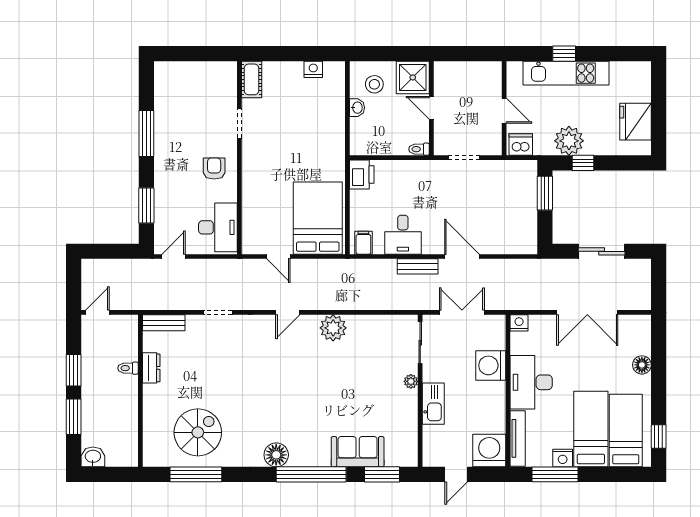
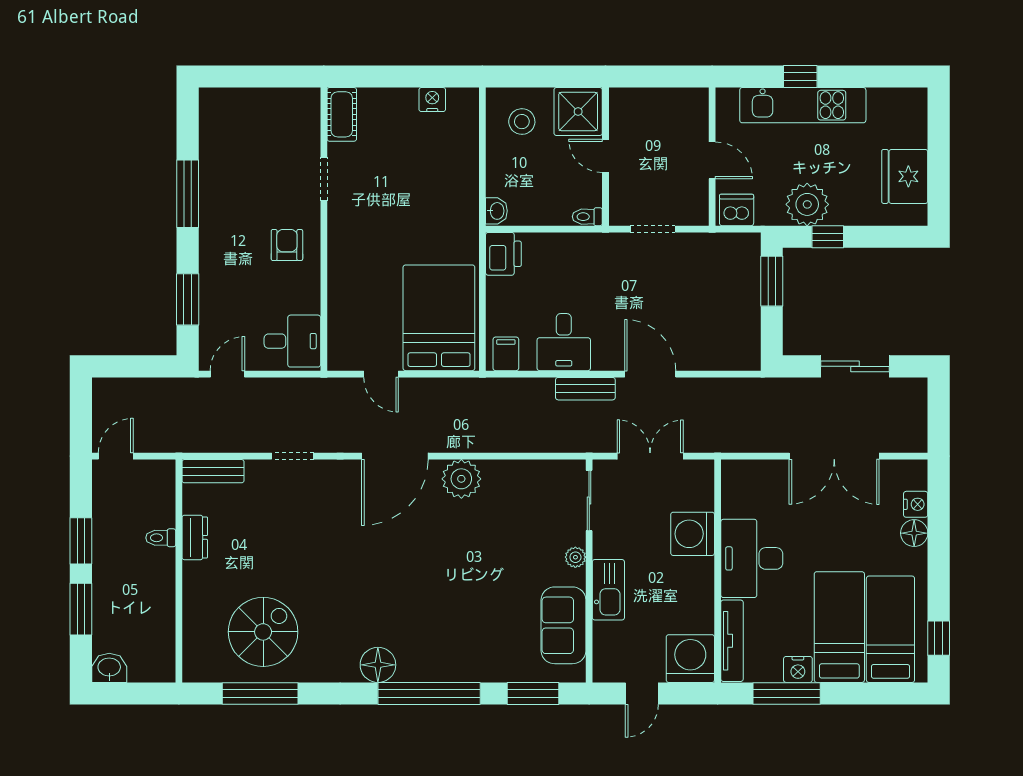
washbasin: (357, 108) -> (496, 211), moved
desk: (218, 227) -> (292, 341), width x0.73
door: (288, 312) -> (395, 456), width x1.87
nightstand: (519, 323) -> (916, 504), moved, turned 90
sofa: (358, 452) -> (564, 625), moved, turned -90

